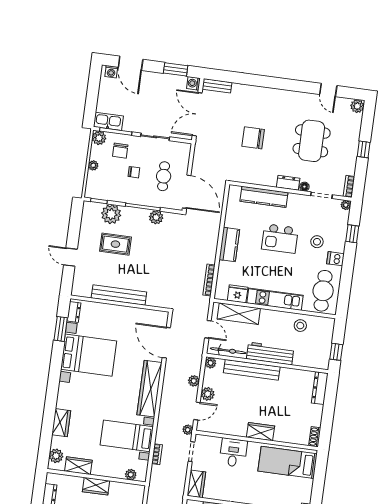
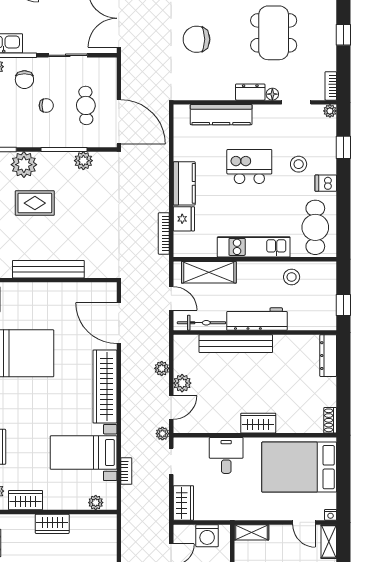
kitchen island: (280, 238) -> (249, 167), turned 180
fridge: (238, 294) -> (184, 219), moved, turned 90
plant: (211, 363) -> (181, 342), removed
bed: (288, 462) -> (299, 467), width x1.50

